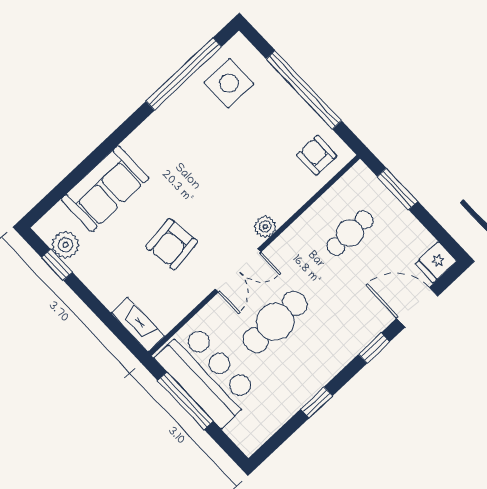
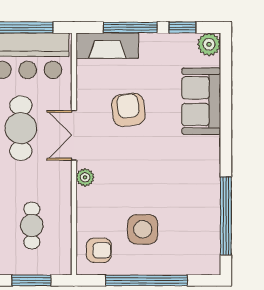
side table: (229, 83) -> (143, 229), moved
plant: (65, 245) -> (209, 44), moved
window: (99, 310) -> (130, 27), added
fireplace: (138, 325) -> (107, 46), width x1.37, depth x1.32

